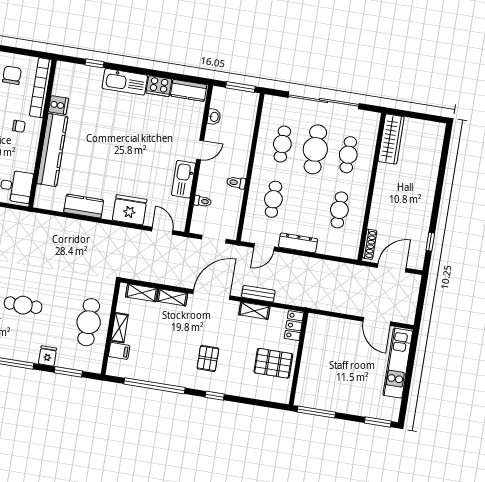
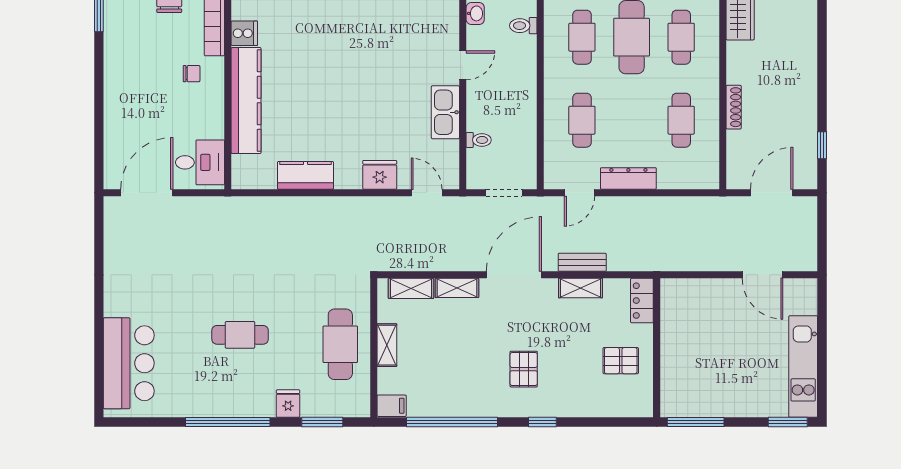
toilet: (236, 183) -> (523, 26), moved
fridge: (130, 210) -> (380, 175), width x0.73, depth x0.75
shoe rack: (370, 244) -> (734, 107), moved
filing cabinet: (119, 351) -> (392, 406), moved
pallet: (273, 363) -> (621, 361), width x0.67, depth x0.71
kitchen unit: (398, 363) -> (803, 367), moved

